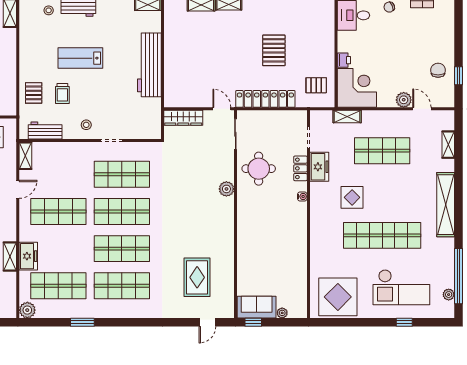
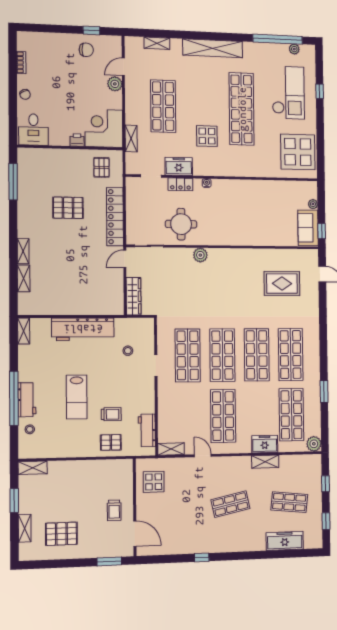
chair: (438, 70) -> (86, 50), turned 180
stool: (86, 125) -> (128, 351), moved

